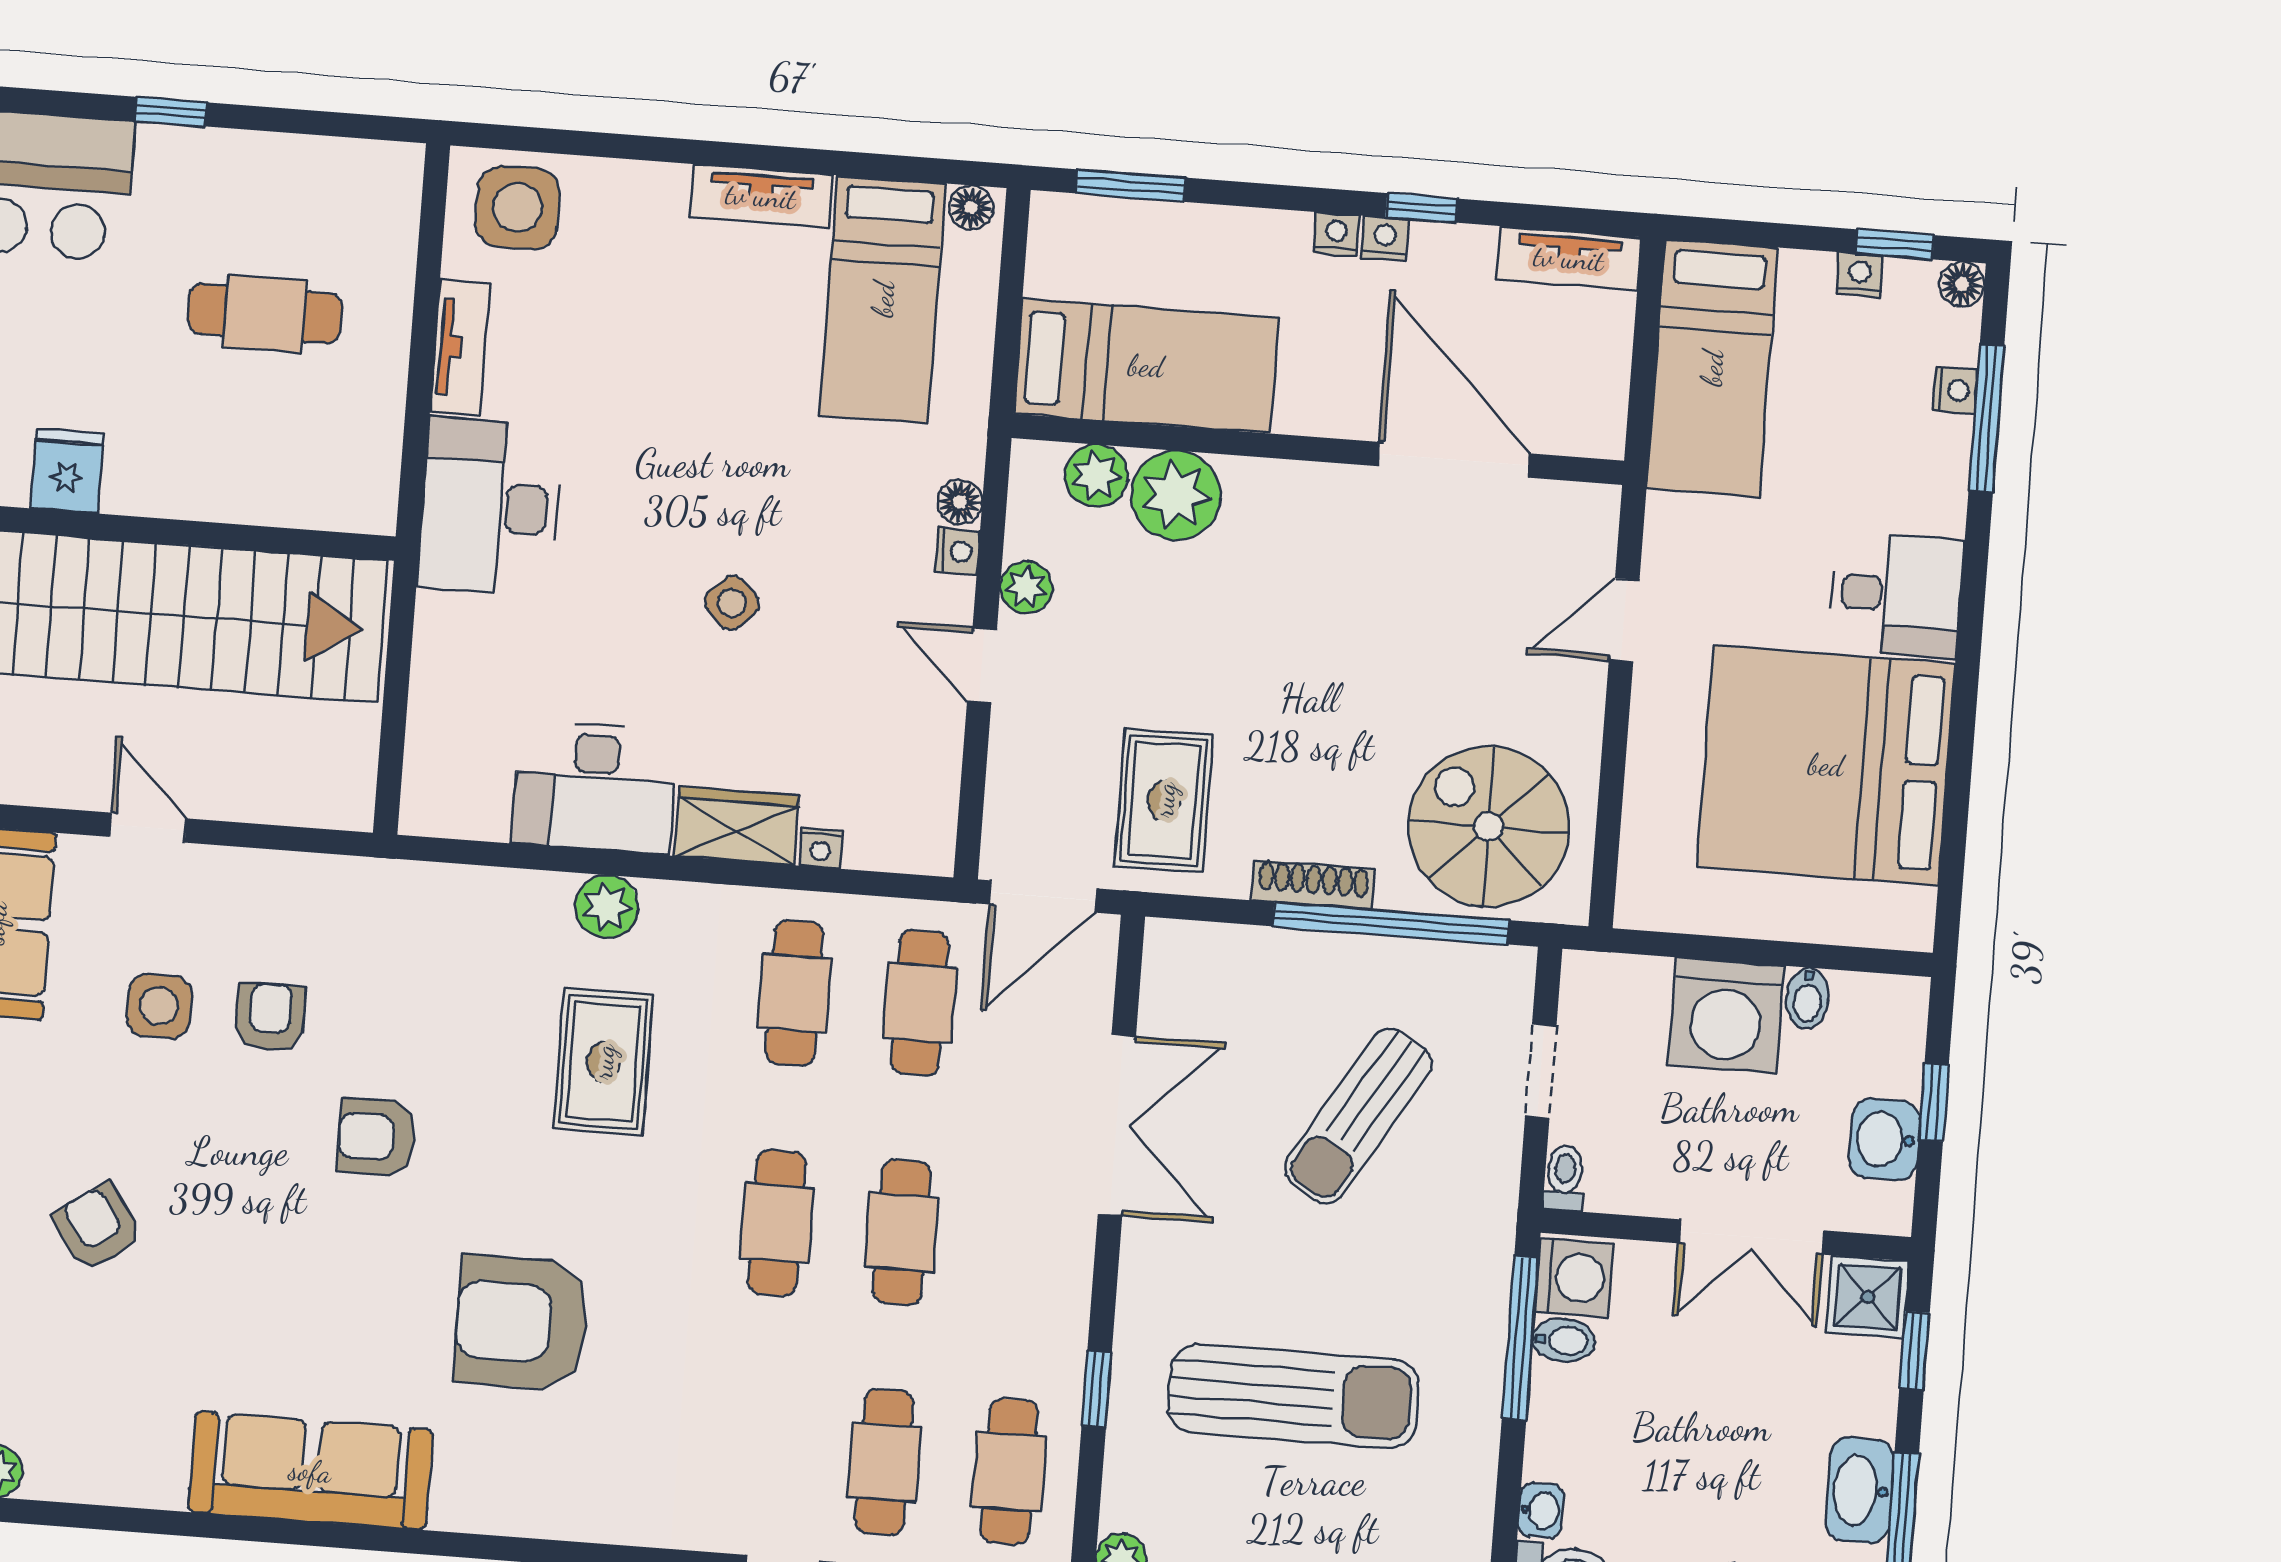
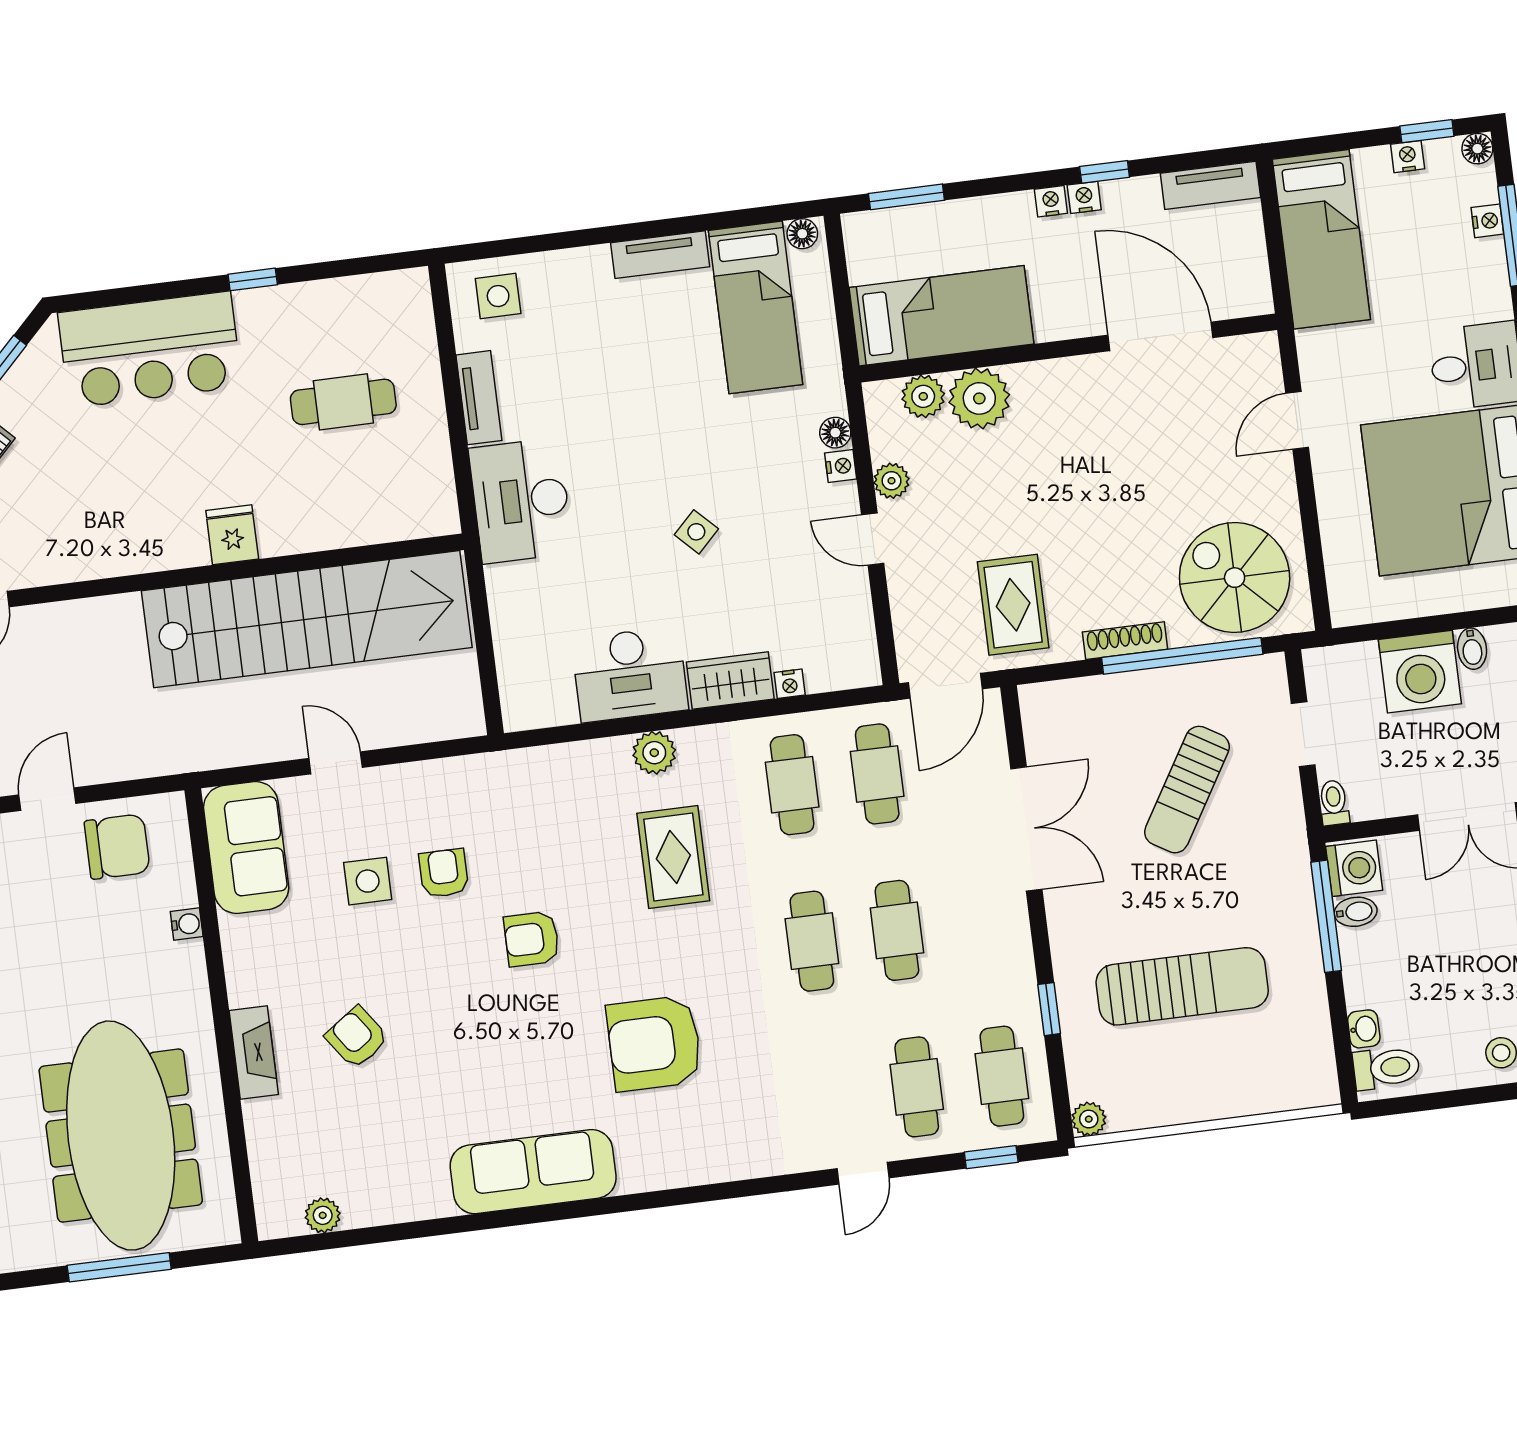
side table: (517, 207) -> (498, 296), width x0.73, depth x0.73

